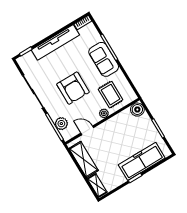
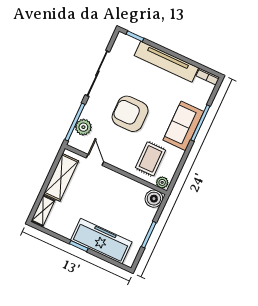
armchair: (73, 88) -> (130, 114), turned 90
plant: (104, 113) -> (162, 182), moved

